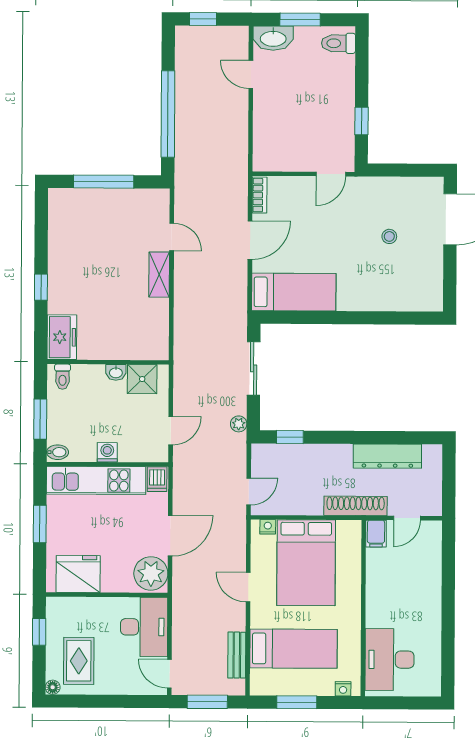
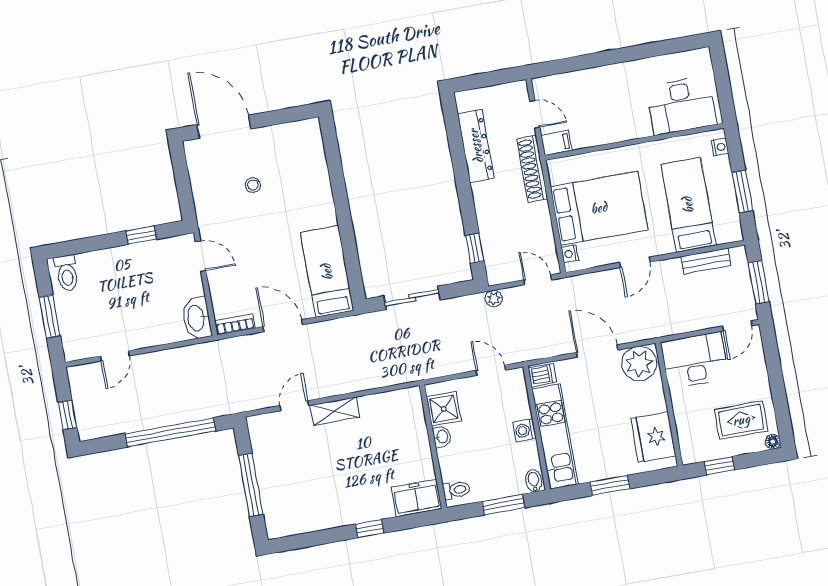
washbasin: (273, 38) -> (197, 318), moved, turned 180
plant: (239, 424) -> (494, 298), moved

